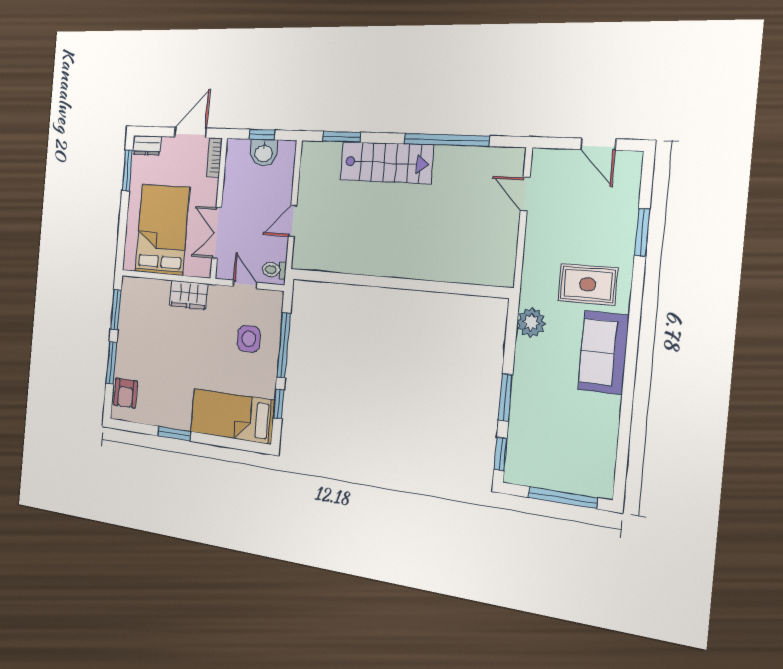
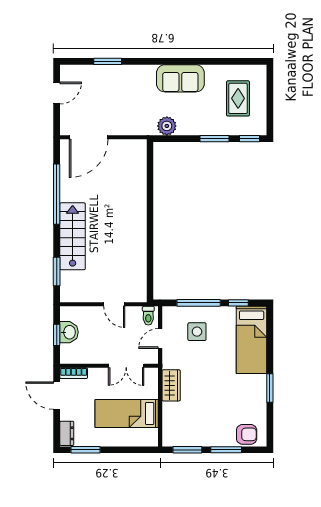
door: (525, 194) -> (89, 137), width x1.87
bed: (162, 230) -> (127, 413), width x0.67
rug: (588, 284) -> (238, 98), moved
window: (563, 498) -> (270, 96), removed

